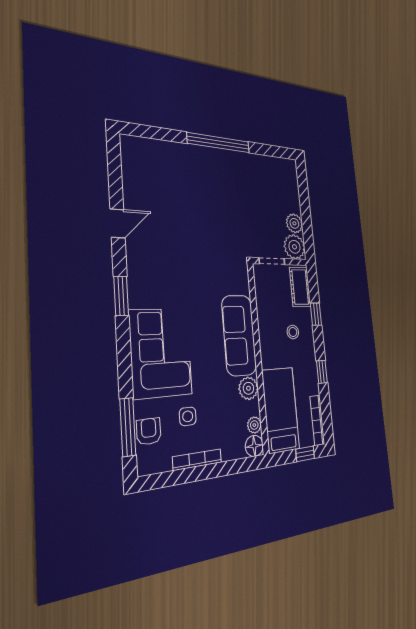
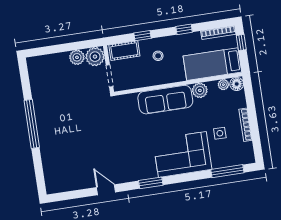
armchair: (149, 431) -> (230, 158), removed

